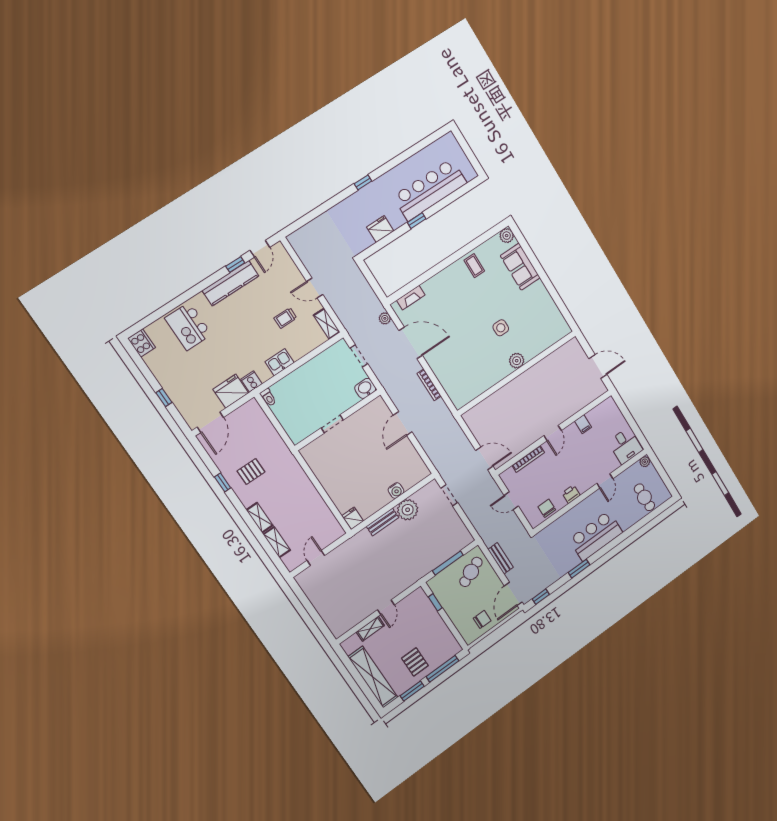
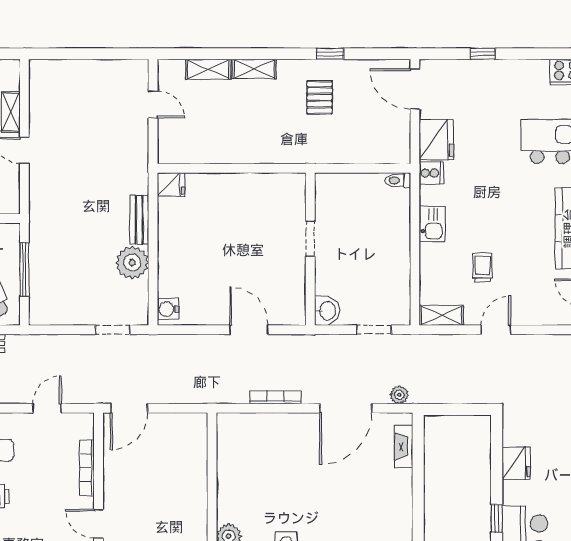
water cooler: (396, 490) -> (168, 309), moved

